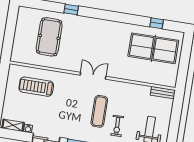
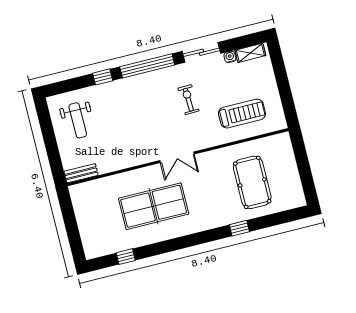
table tennis table: (153, 48) -> (154, 206), moved
exercise mat: (99, 111) -> (150, 116), removed
exercise bike: (117, 126) -> (188, 100), moved

